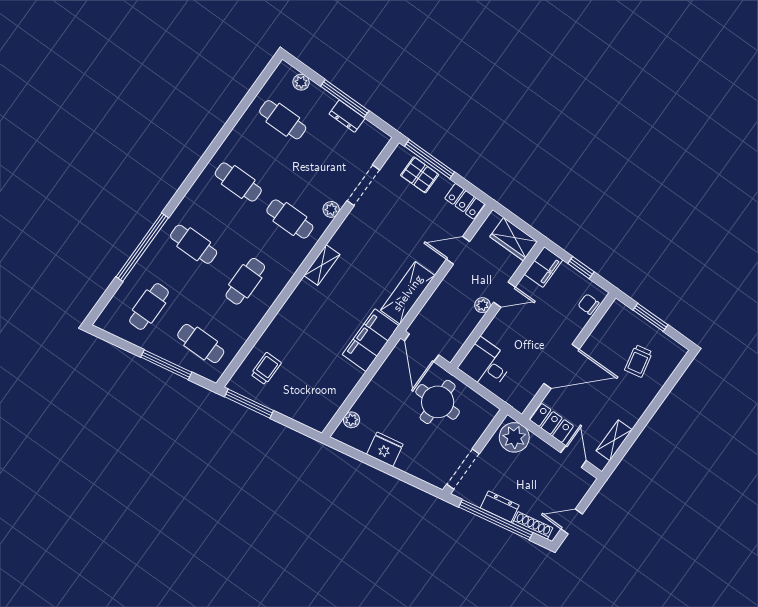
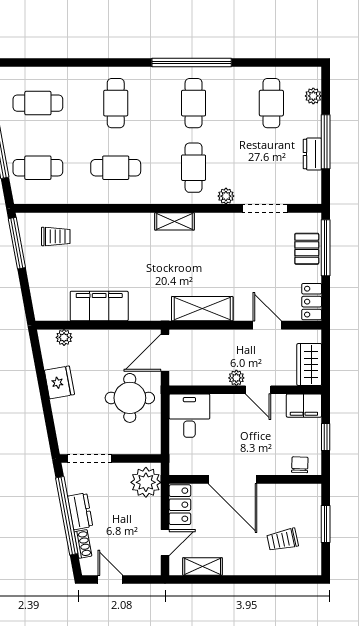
window: (142, 247) -> (192, 62), moved
filing cabinet: (371, 340) -> (99, 306), moved
cafe table: (201, 344) -> (38, 168), turned 90
shoe rack: (533, 525) -> (83, 544), width x0.70

